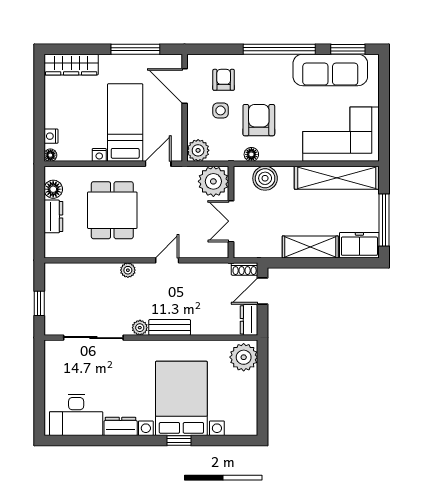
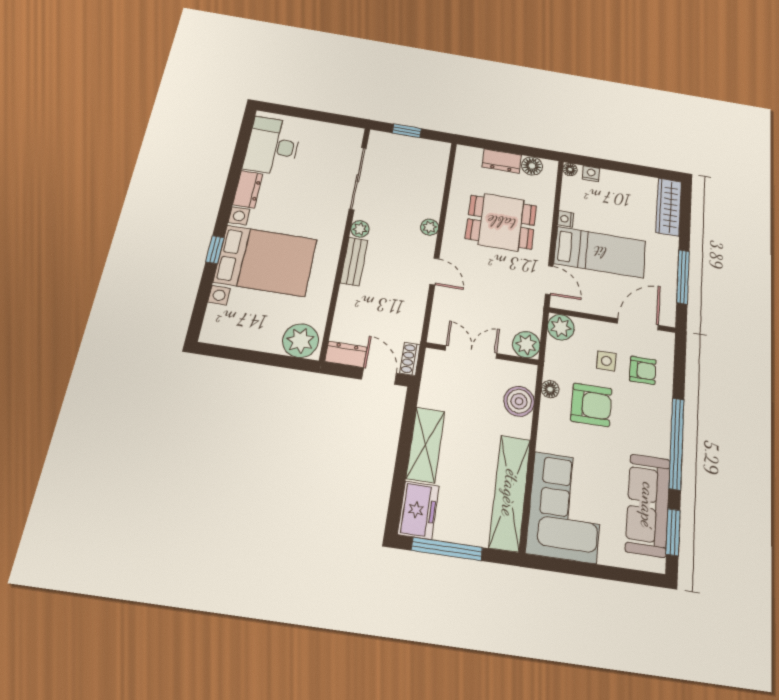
plant: (213, 181) -> (526, 345), width x0.73, depth x0.73

